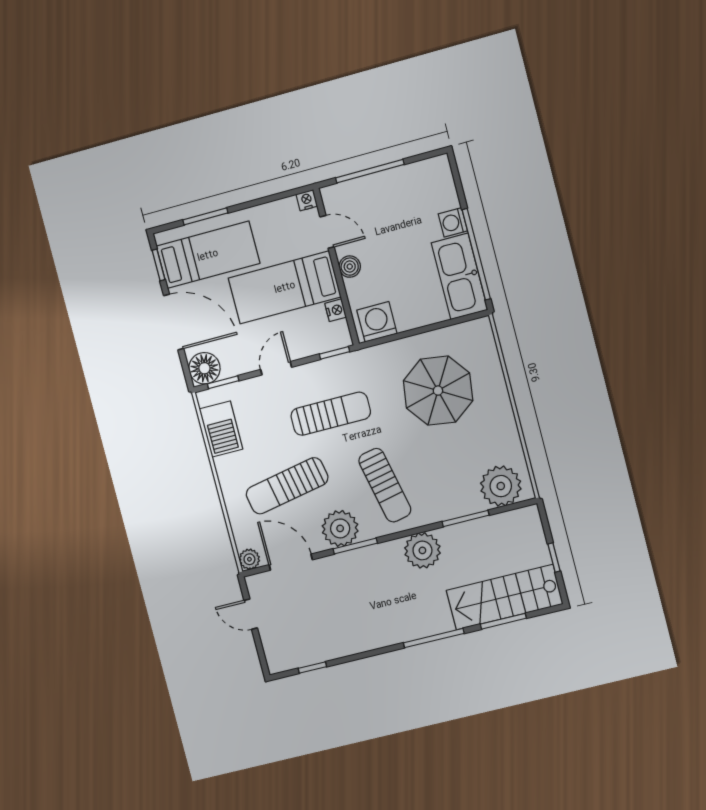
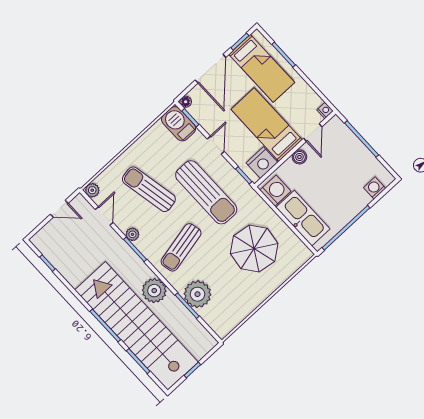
washing machine: (453, 222) -> (375, 188), moved
kitchen sink: (459, 276) -> (303, 218), moved, turned 90
nightstand: (336, 310) -> (262, 163), width x1.89, depth x1.79
floor lamp: (204, 368) -> (186, 102), width x0.53, depth x0.53
door: (276, 368) -> (216, 145), hinge flipped
sun lounger: (331, 414) -> (206, 192), width x1.36, depth x1.34
barbecue: (221, 429) -> (179, 124), moved, turned 90
plant: (501, 486) -> (197, 294), moved
plant: (340, 528) -> (132, 234), width x0.53, depth x0.53
door: (291, 562) -> (104, 216), width x0.73
stairs: (505, 597) -> (137, 326), width x1.86, depth x1.51
door: (251, 614) -> (59, 209), swing flipped

